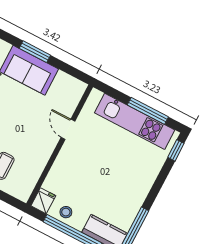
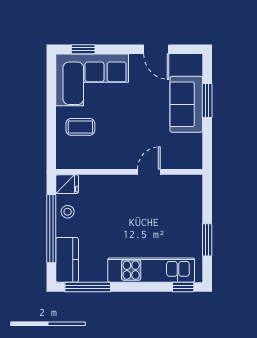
window: (148, 111) -> (207, 240), width x0.69
kitchen unit: (135, 121) -> (151, 270), moved, turned 90

